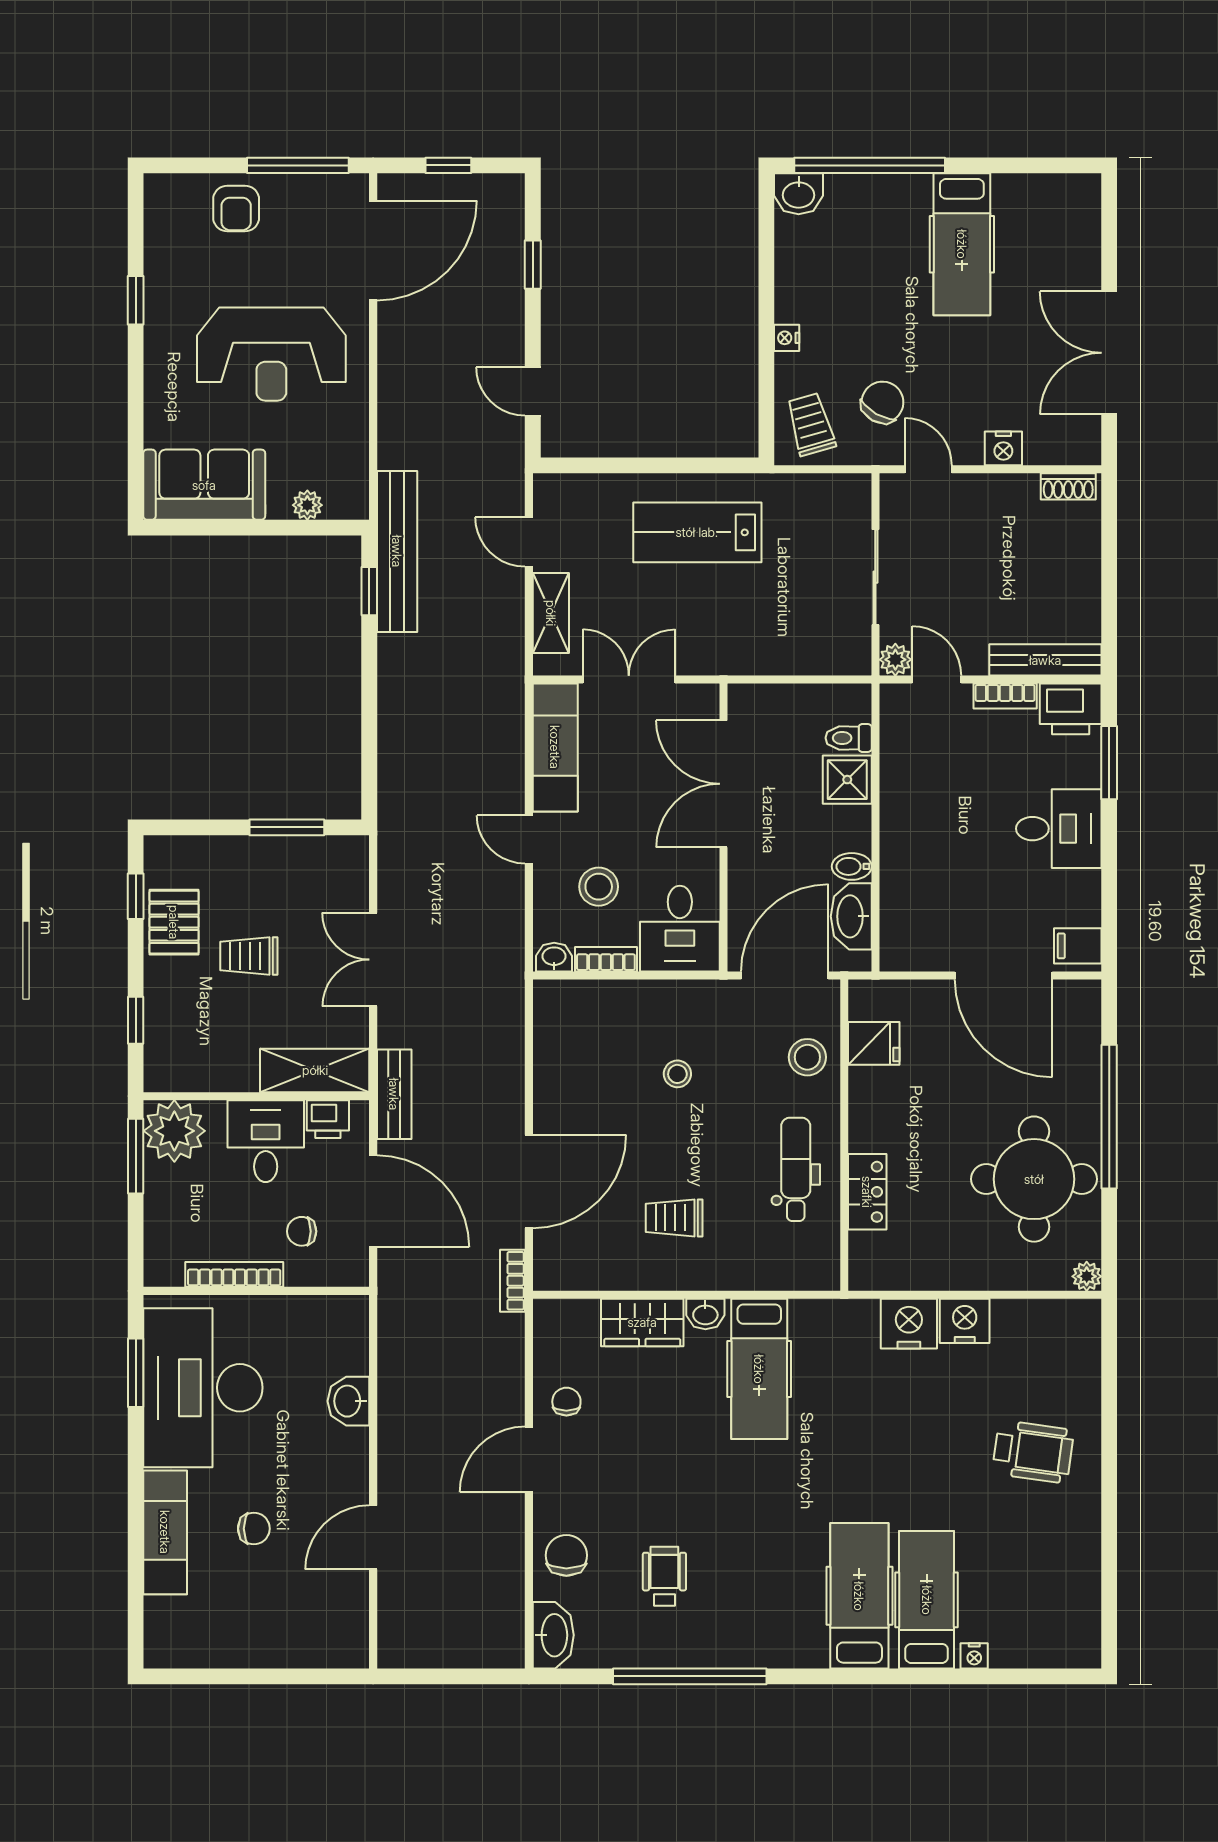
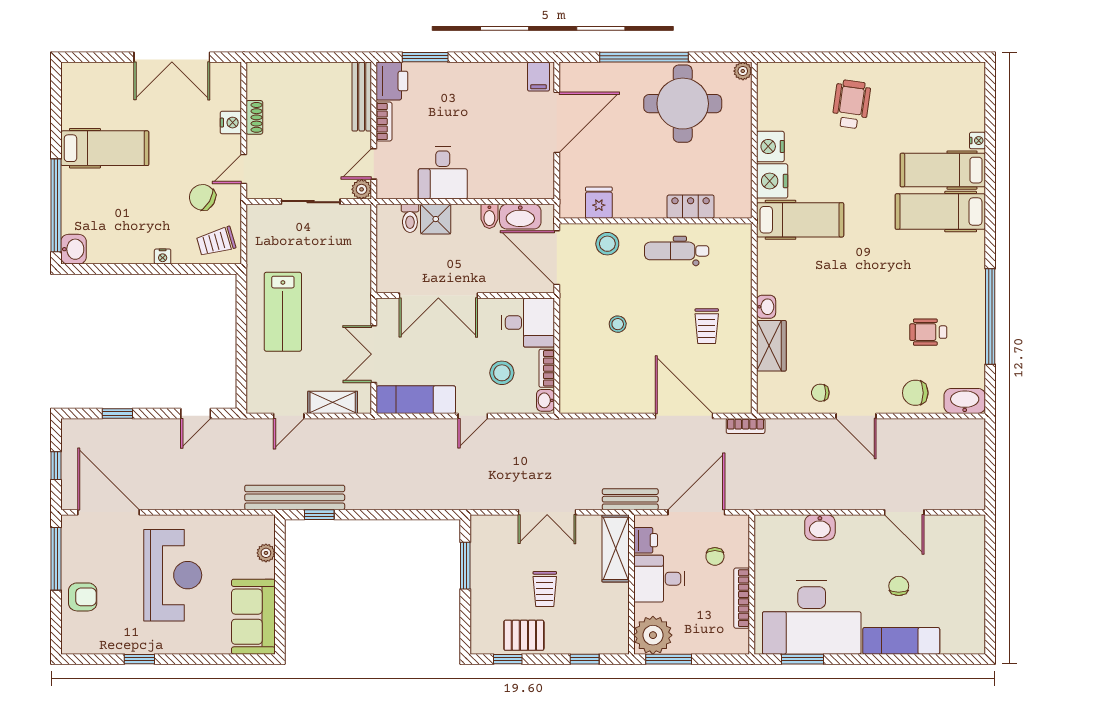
shoe rack: (1068, 486) -> (254, 117), moved
desk: (1059, 829) -> (443, 173), moved, turned 180
hospital bed: (759, 1369) -> (800, 220), moved

